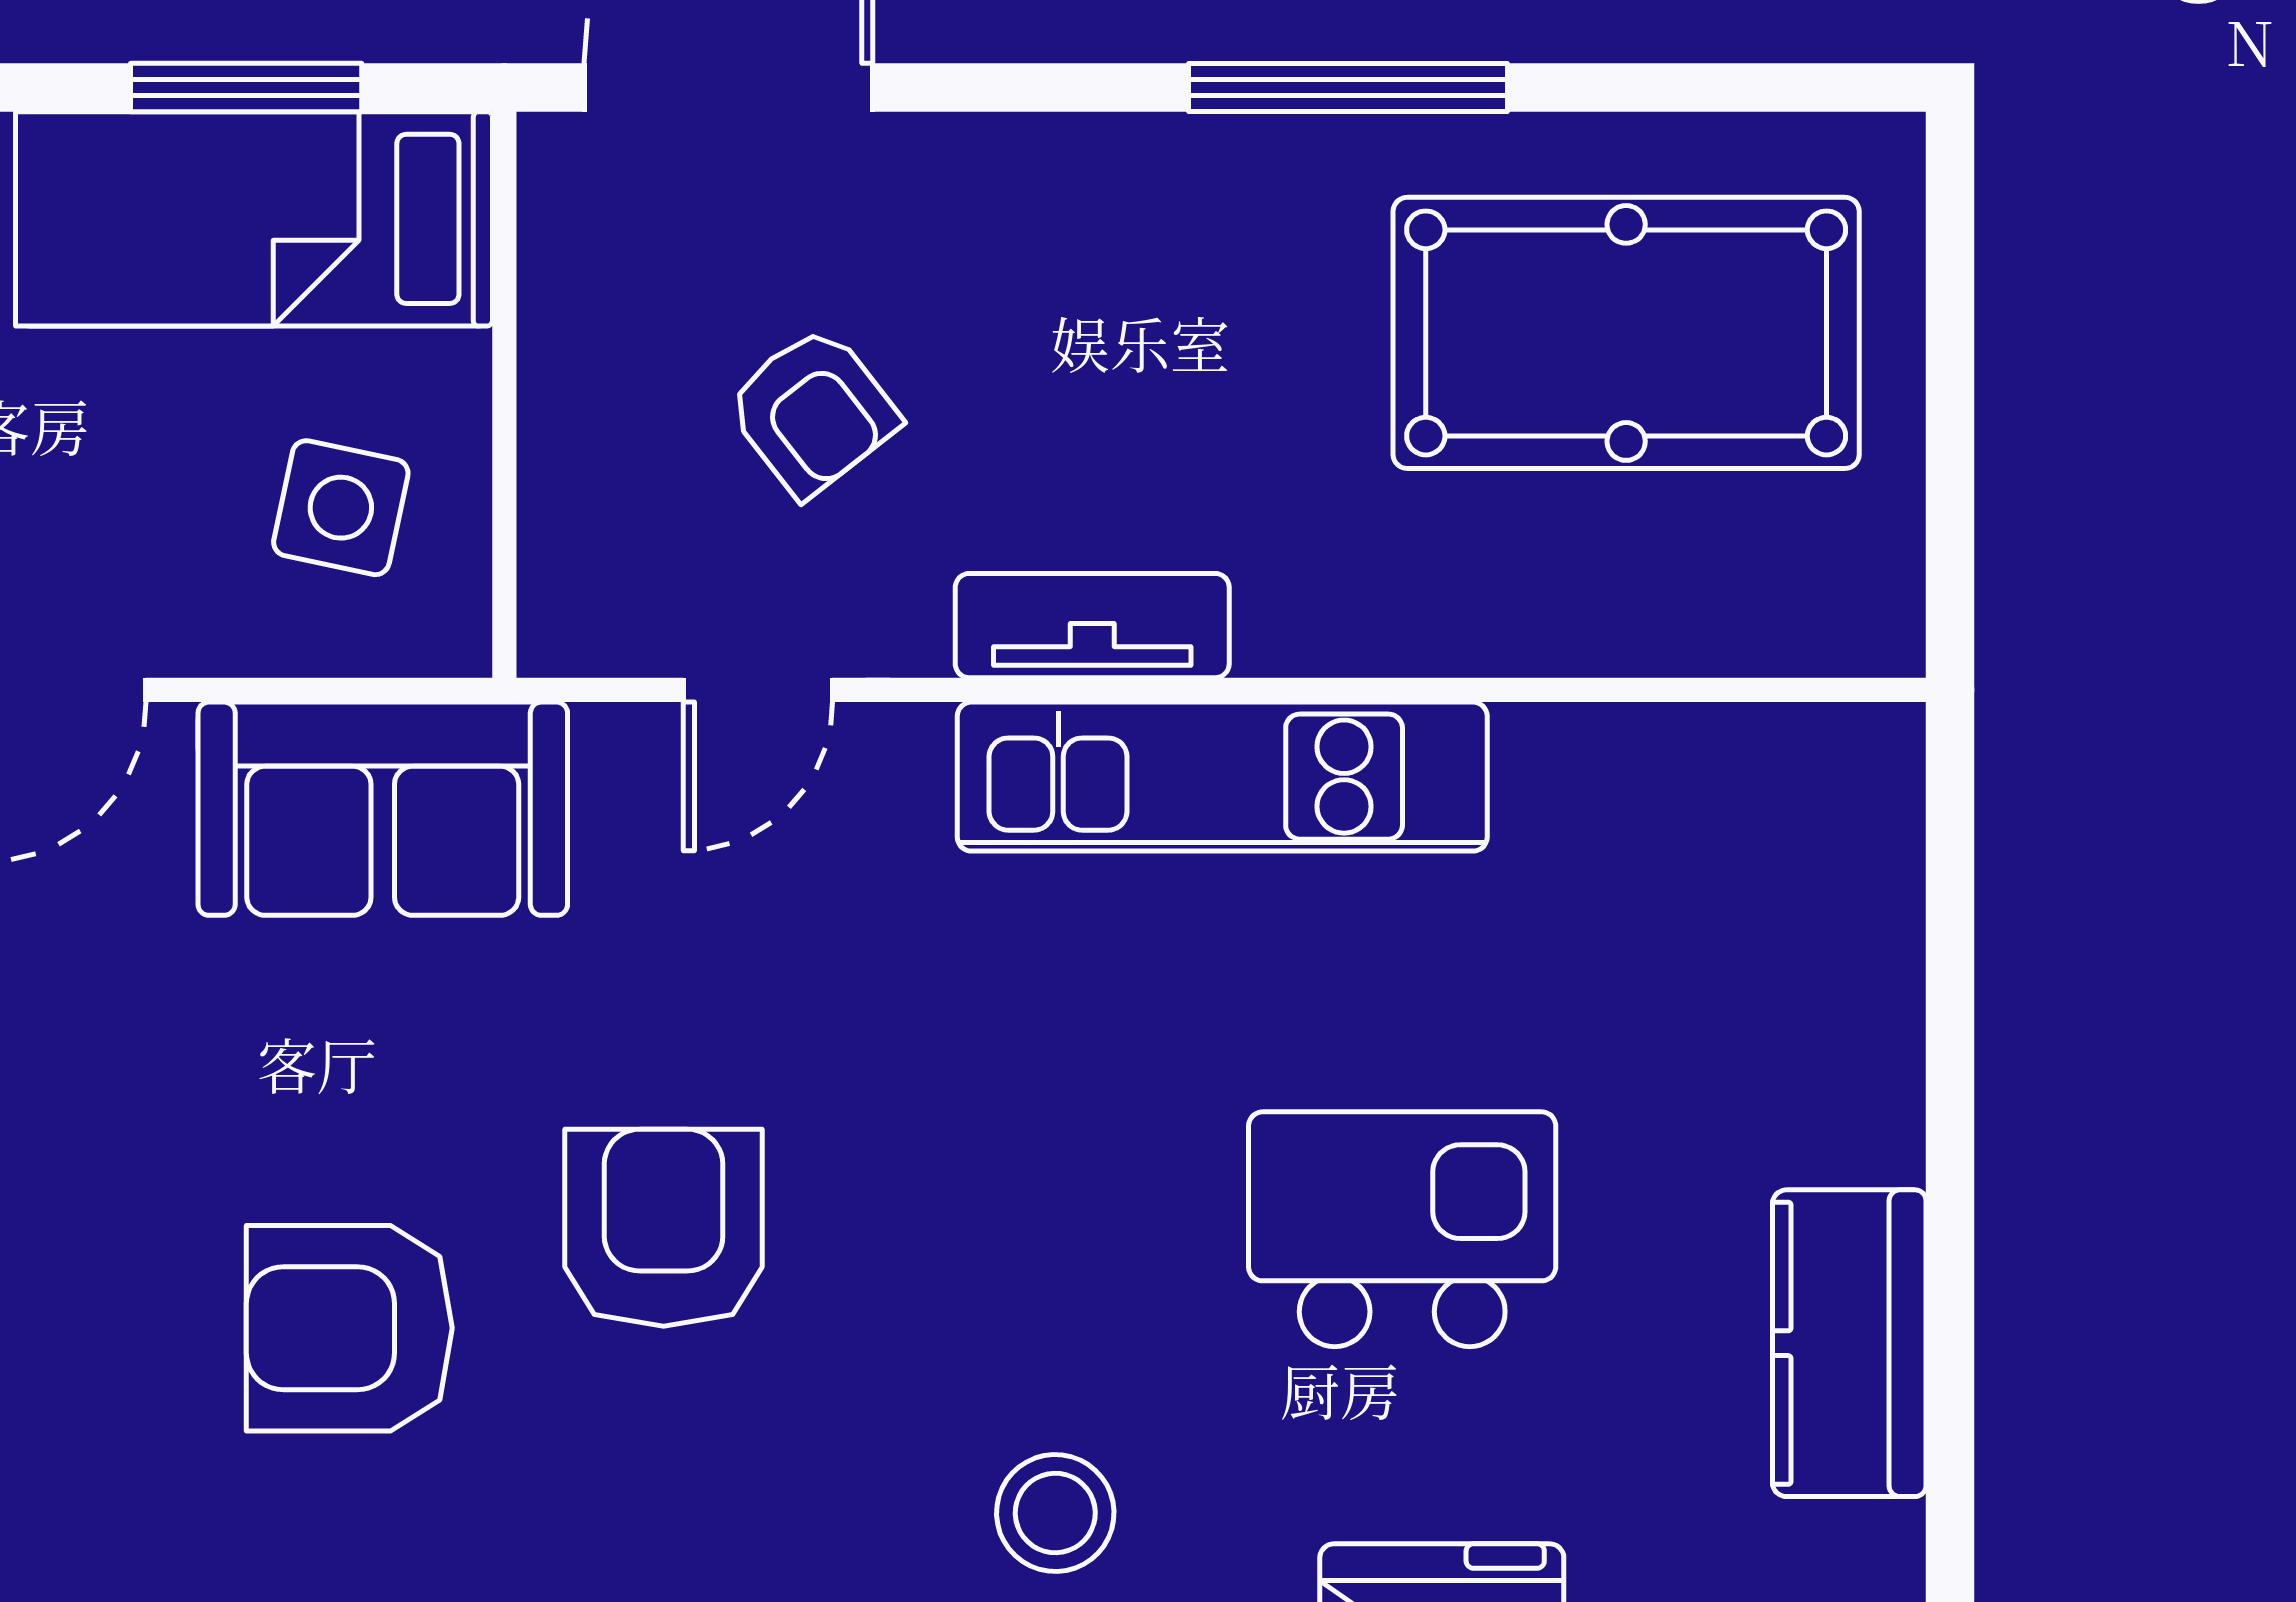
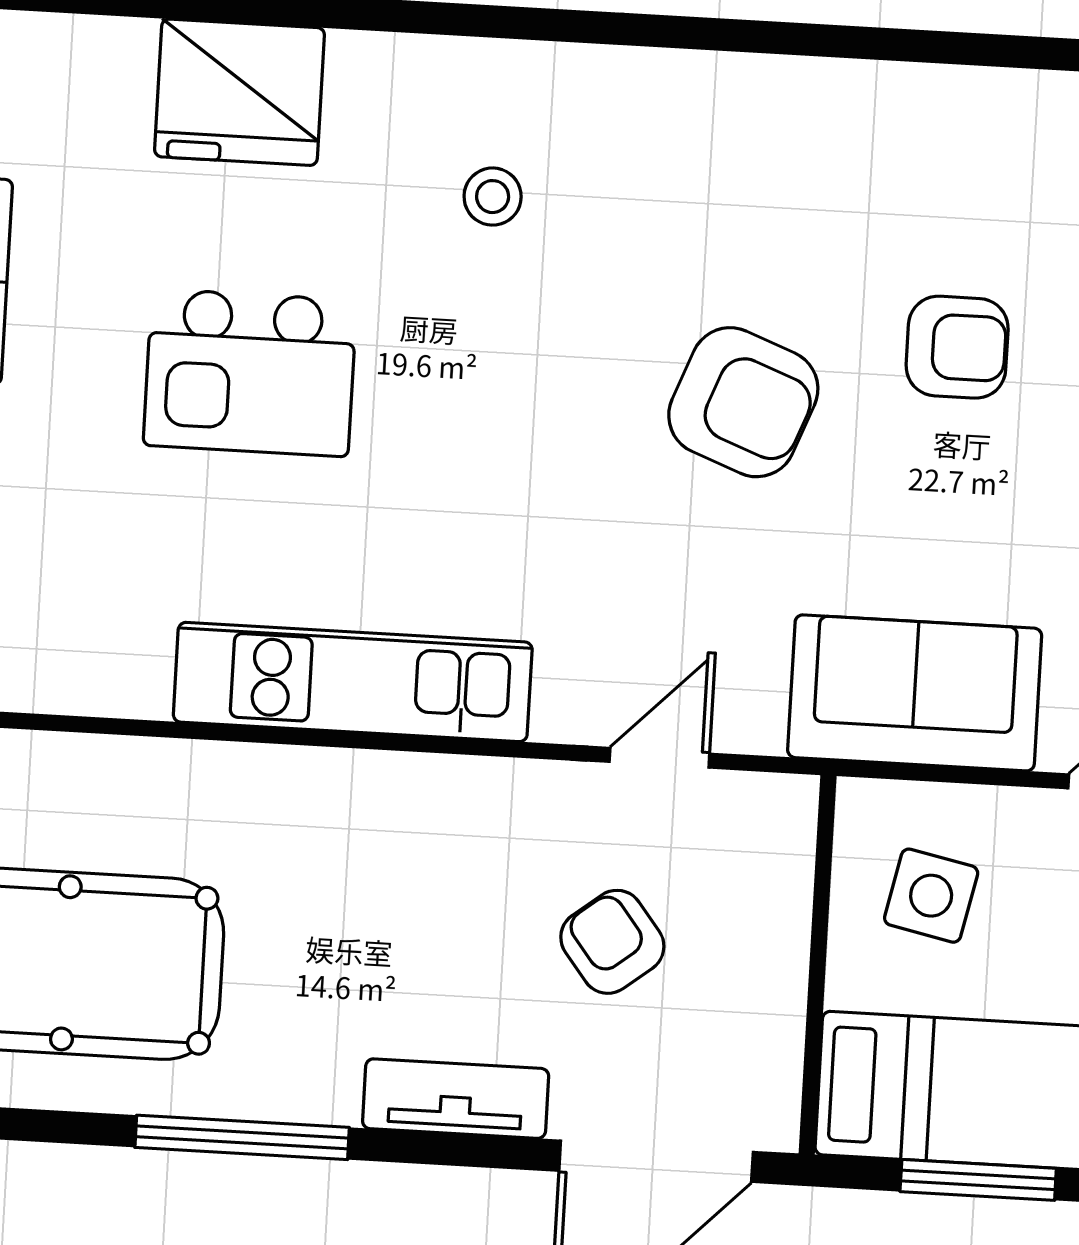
tv unit: (1092, 626) -> (456, 1099), moved, turned 180
armchair: (664, 1228) -> (743, 402), turned -69
armchair: (349, 1328) -> (957, 347), width x0.72, depth x0.72
stool: (1055, 1513) -> (493, 197), width x0.73, depth x0.73

